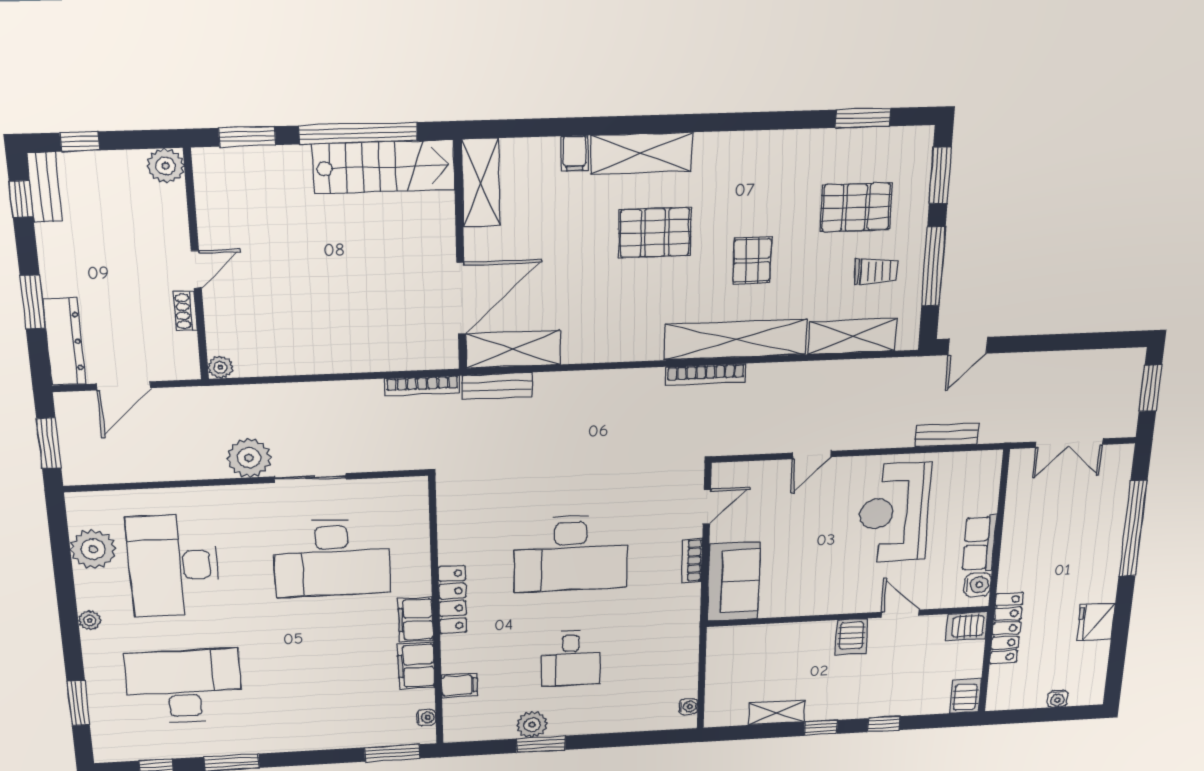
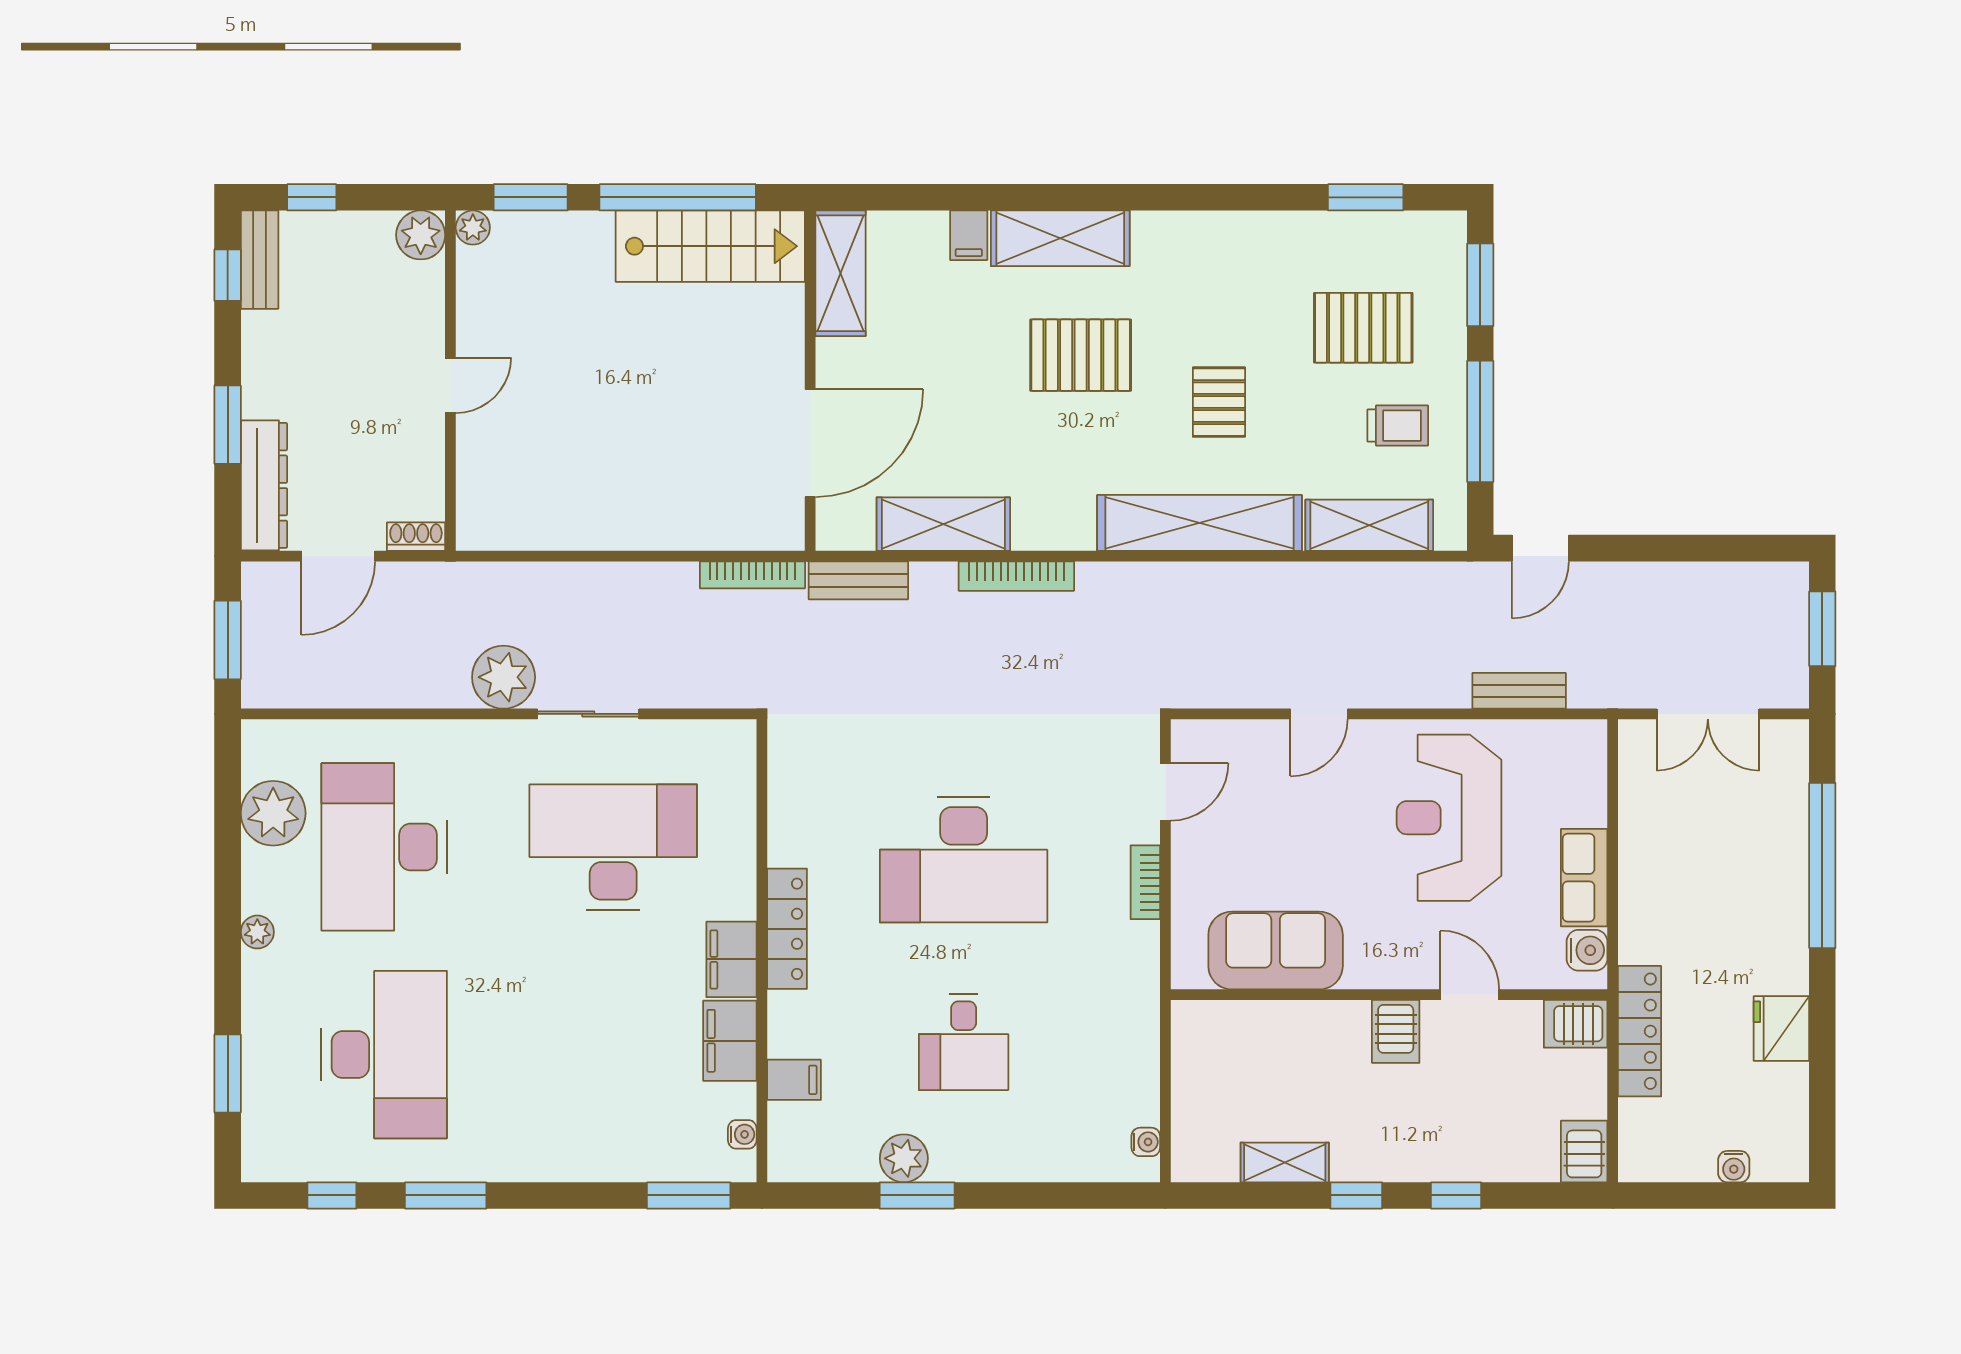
shoe rack: (185, 311) -> (416, 537), moved, turned 90
shelving: (513, 349) -> (943, 524), moved
plant: (220, 367) -> (473, 228), moved
bookcase: (706, 375) -> (1016, 576), moved
desk: (332, 558) -> (613, 847), turned 180
sofa: (734, 581) -> (1276, 950), moved, turned -90
desk: (184, 686) -> (384, 1055), turned 90

